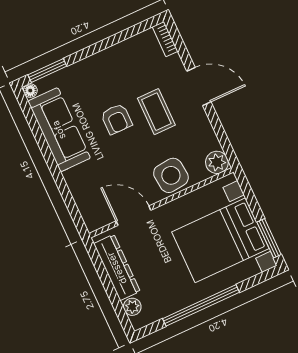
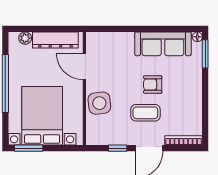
bookcase: (165, 39) -> (184, 140), width x1.56
window: (217, 126) -> (118, 148), added
plant: (217, 162) -> (94, 137), removed
door: (133, 216) -> (84, 66), swing flipped

